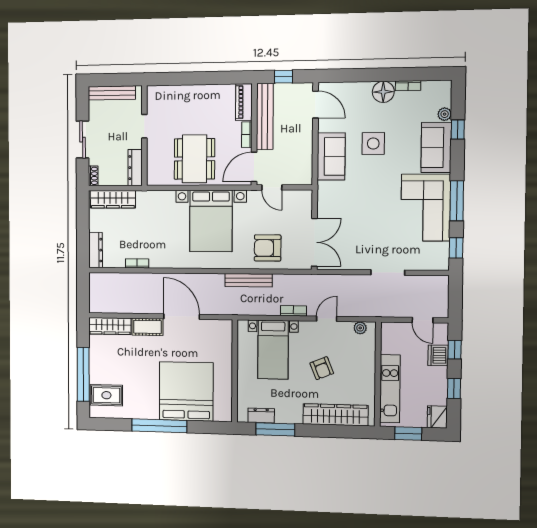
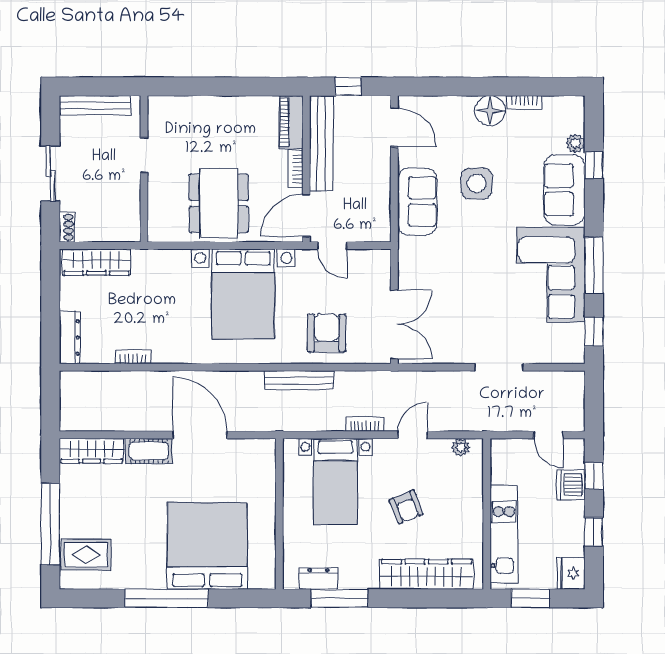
dresser: (135, 168) -> (130, 215), removed
armchair: (268, 248) -> (327, 333), turned 90

